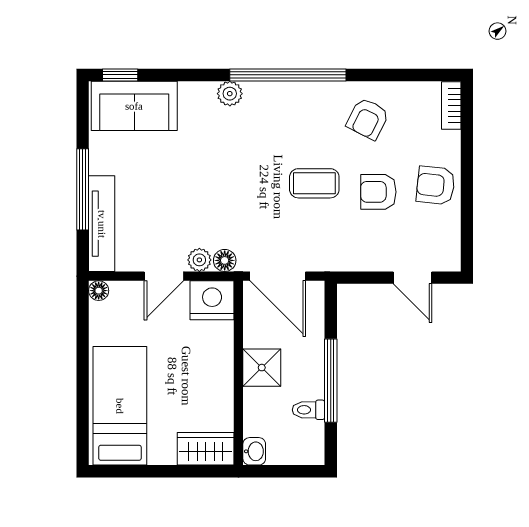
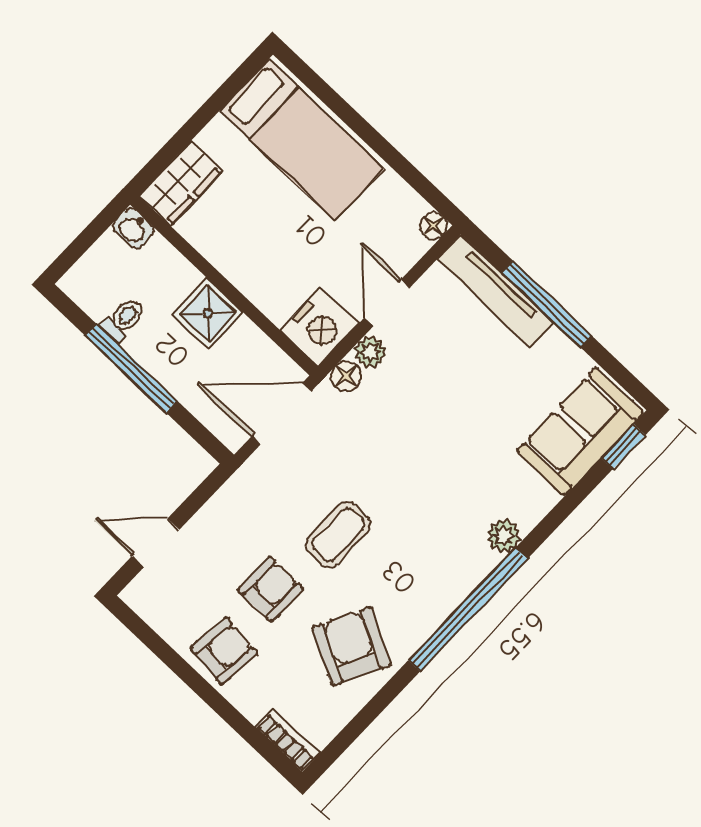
armchair: (368, 119) -> (352, 647), width x1.38, depth x1.38

